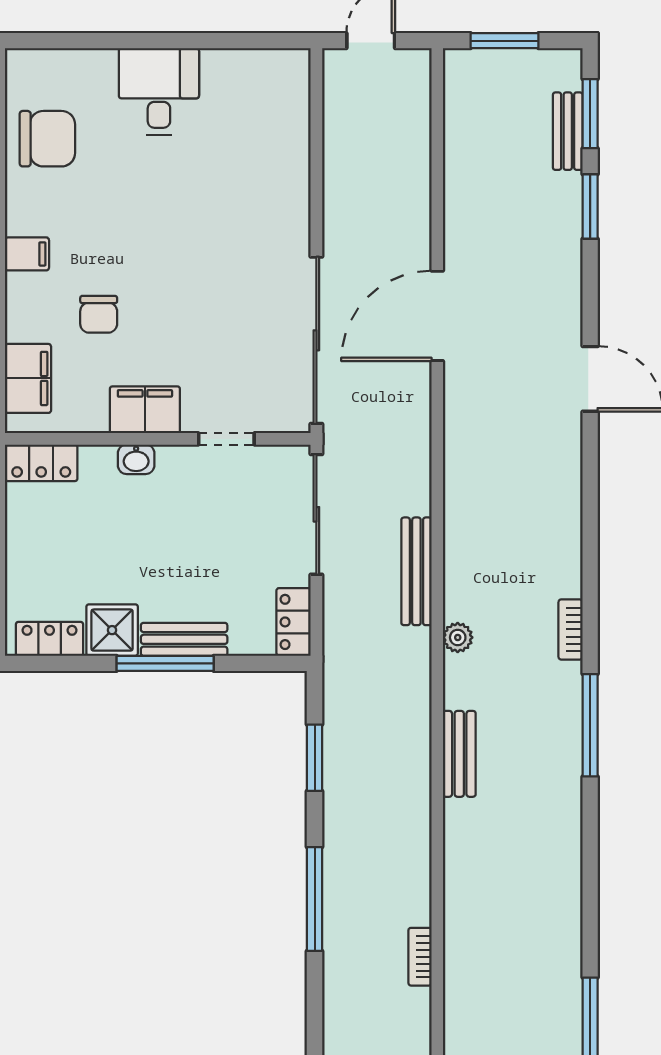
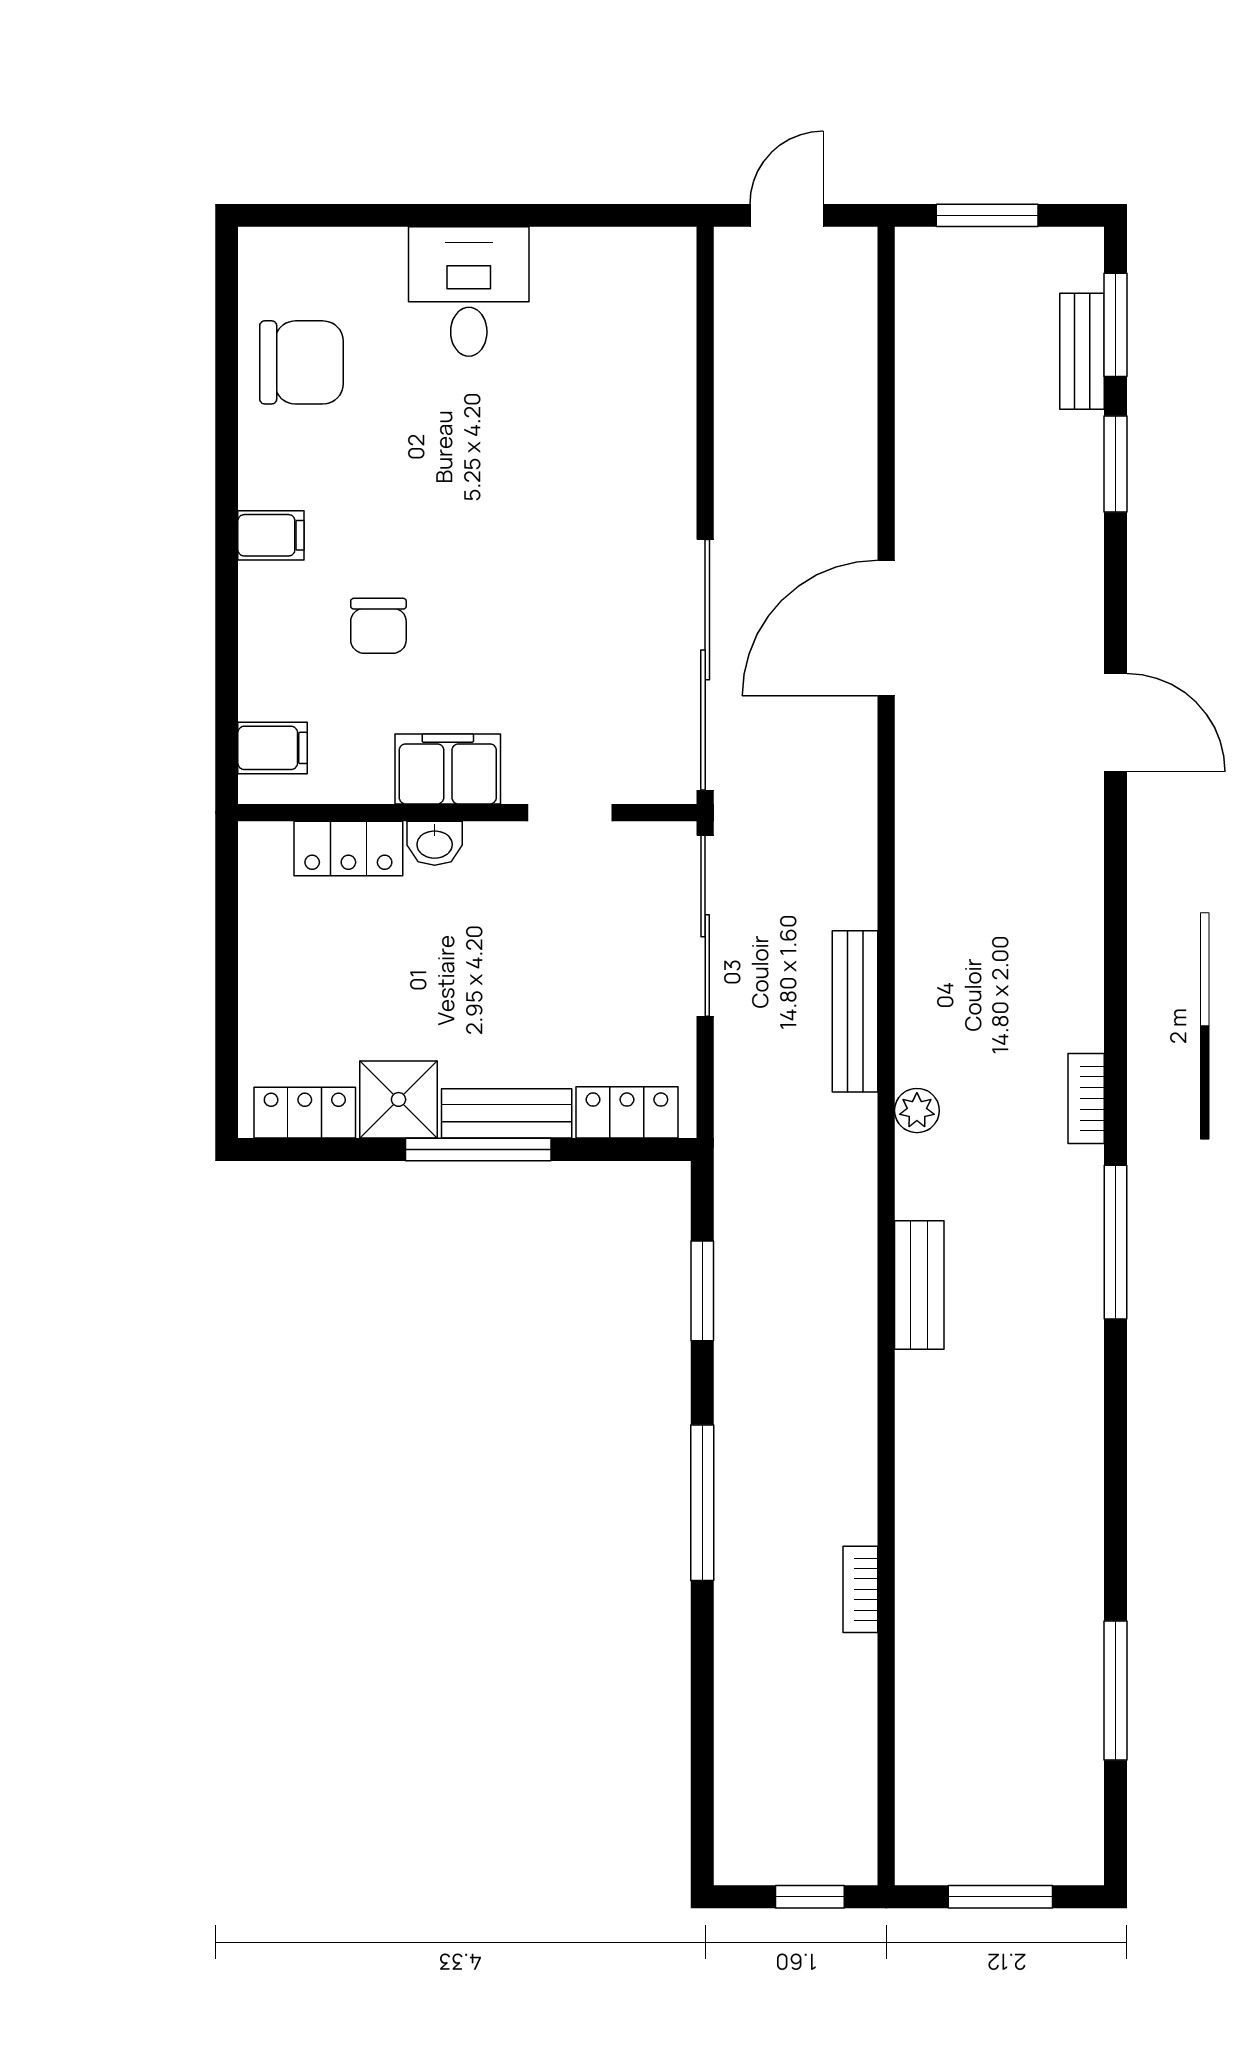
filing cabinet: (28, 378) -> (273, 748), width x0.50
locker: (41, 463) -> (348, 849), moved
locker: (294, 622) -> (627, 1112), moved, turned 90

